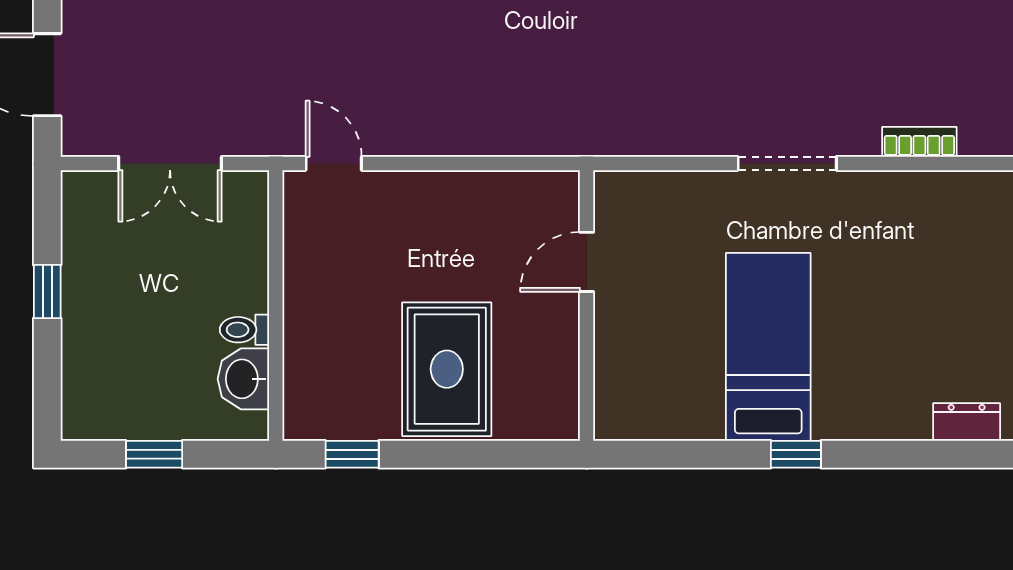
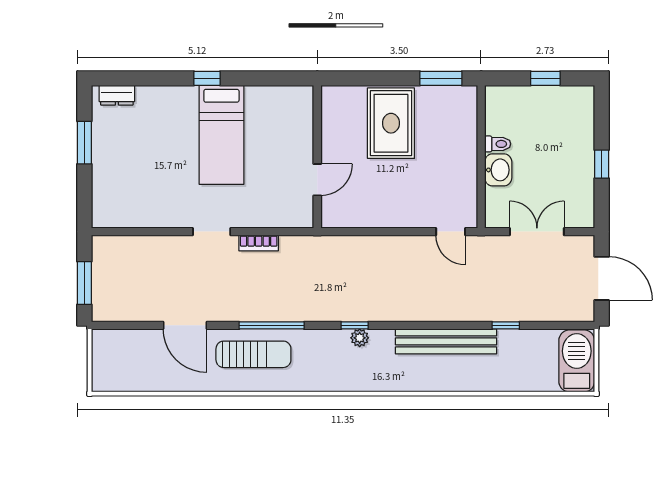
bookcase: (919, 142) -> (259, 243), moved
doorway: (787, 163) -> (212, 232), width x0.73
washbasin: (243, 379) -> (498, 170), moved
window: (352, 454) -> (441, 78), width x1.50

